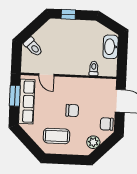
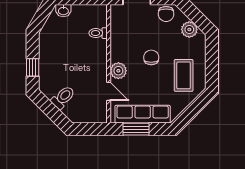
toilet: (33, 47) -> (63, 97), moved
washbasin: (111, 47) -> (63, 11), width x0.52, depth x0.69
door: (46, 75) -> (109, 91), hinge flipped
plant: (63, 83) -> (118, 71), added

